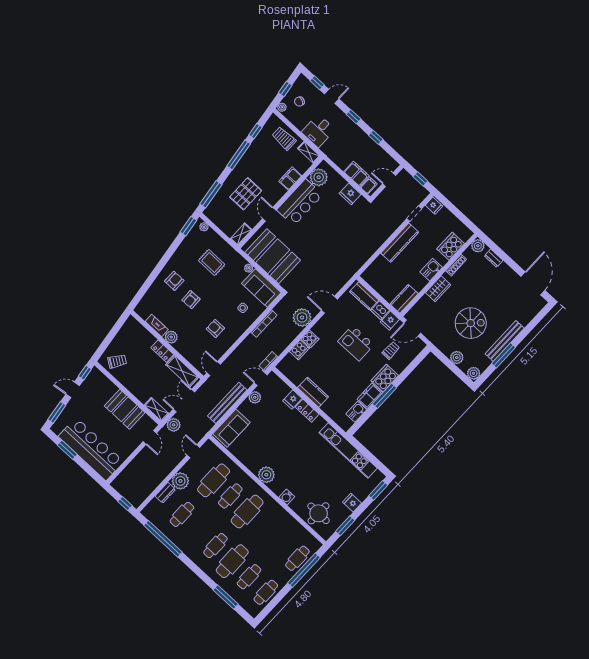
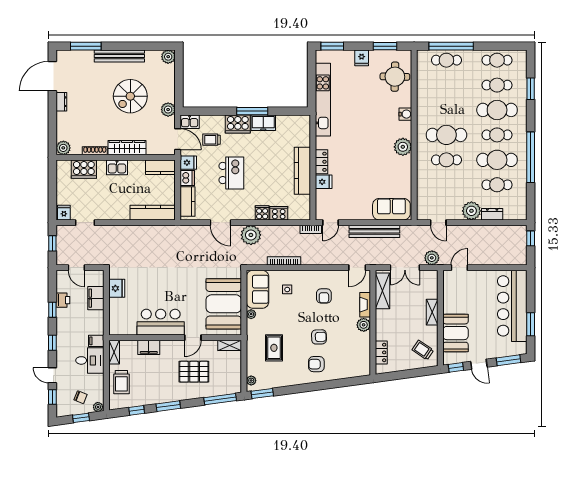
printer: (376, 150) -> (63, 300), added
window: (239, 155) -> (168, 406), width x0.69
plant: (319, 177) -> (127, 326), removed
filing cabinet: (369, 186) -> (96, 341), moved
kitchen counter: (400, 243) -> (153, 213), moved
dresser: (494, 258) -> (61, 102), moved
wardrobe: (438, 289) -> (127, 148), width x1.50
spiral stairs: (471, 323) -> (130, 96), turned -90
fireplace: (157, 326) -> (365, 305), moved
locker: (162, 351) -> (381, 352), moved
window: (504, 355) -> (86, 46), moved
plant: (457, 358) -> (168, 110), moved
door: (261, 379) -> (331, 223), hinge flipped
kitchen counter: (313, 392) -> (302, 171), width x1.50
plant: (255, 397) -> (350, 213), removed
booth: (125, 409) -> (456, 333), moved
shelving: (156, 409) -> (432, 312), moved
kitchen sink: (356, 412) -> (190, 122), moved
door: (193, 451) -> (438, 223), hinge flipped
cafe table: (214, 480) -> (497, 160), moved
window: (163, 539) -> (531, 157), moved
window: (226, 597) -> (531, 89), width x0.69

